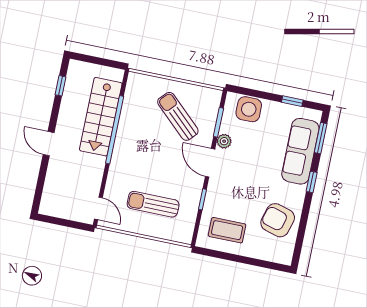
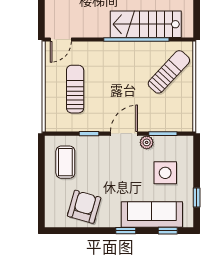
side table: (249, 109) -> (165, 173), moved
sun lounger: (178, 116) -> (169, 72), moved
window: (321, 138) -> (168, 231), width x0.67

